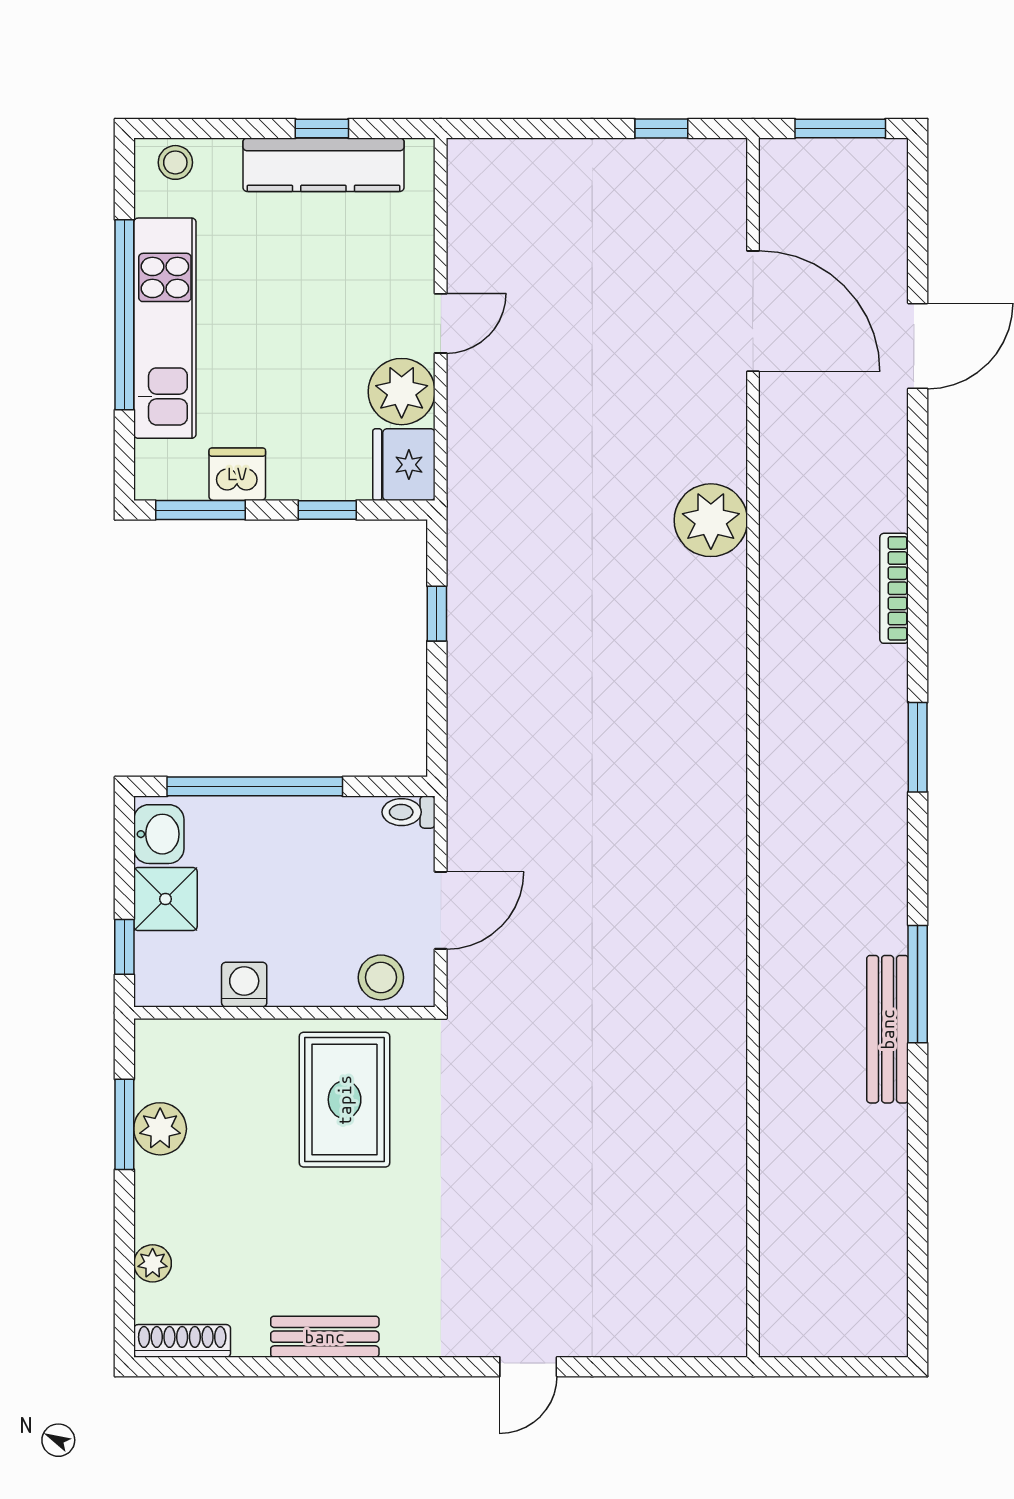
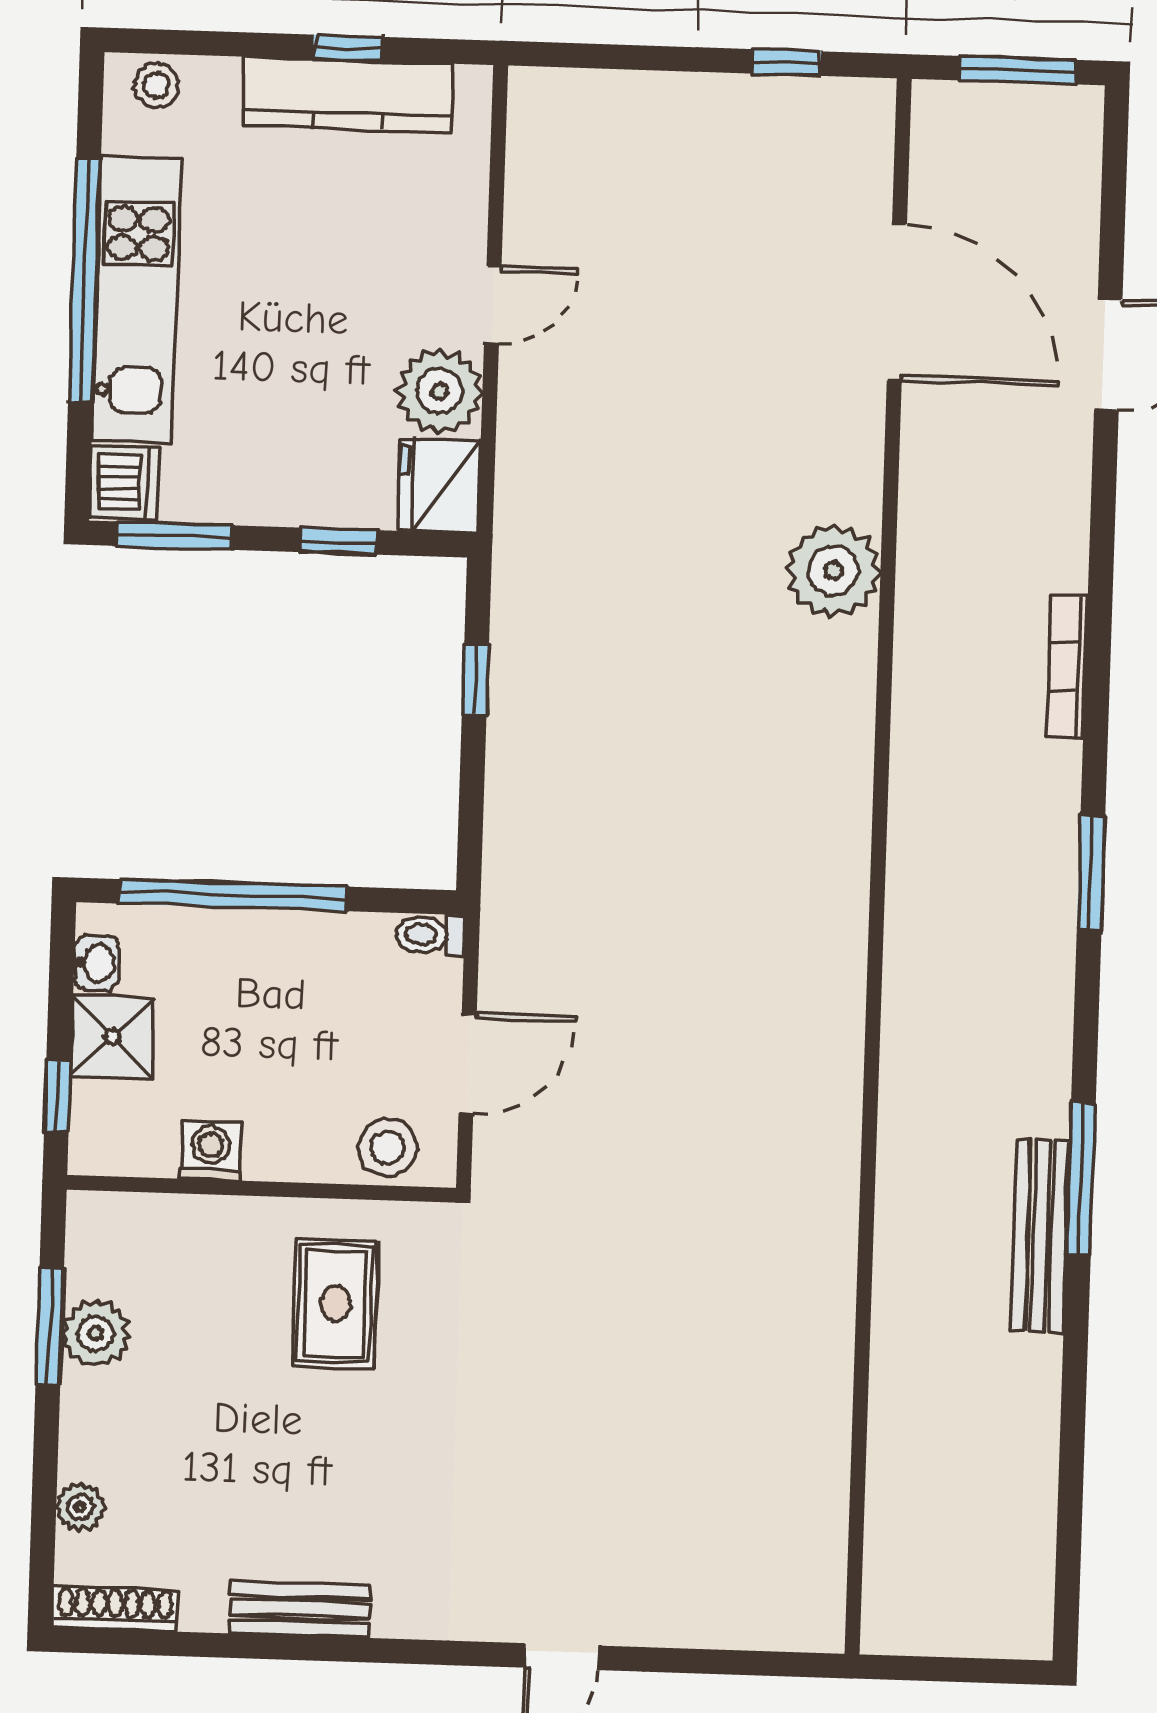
dishwasher: (237, 474) -> (124, 483), moved, turned 90
washbasin: (159, 834) -> (96, 963), width x0.72, depth x0.69
rug: (345, 1100) -> (335, 1304), width x0.73, depth x0.70

